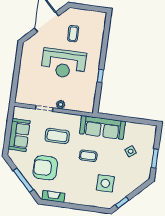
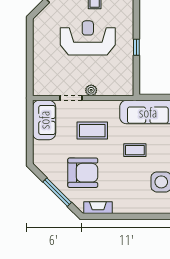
reception desk: (64, 64) -> (88, 38), turned 180
sofa: (19, 135) -> (44, 120), moved
armchair: (45, 168) -> (83, 173), turned 180

